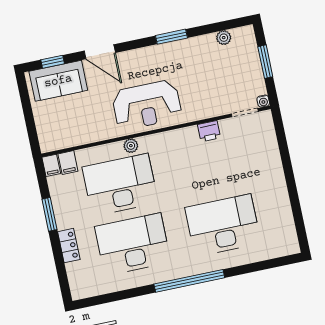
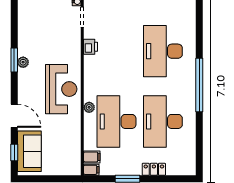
plant: (224, 38) -> (23, 62), moved
door: (100, 52) -> (14, 116), hinge flipped

